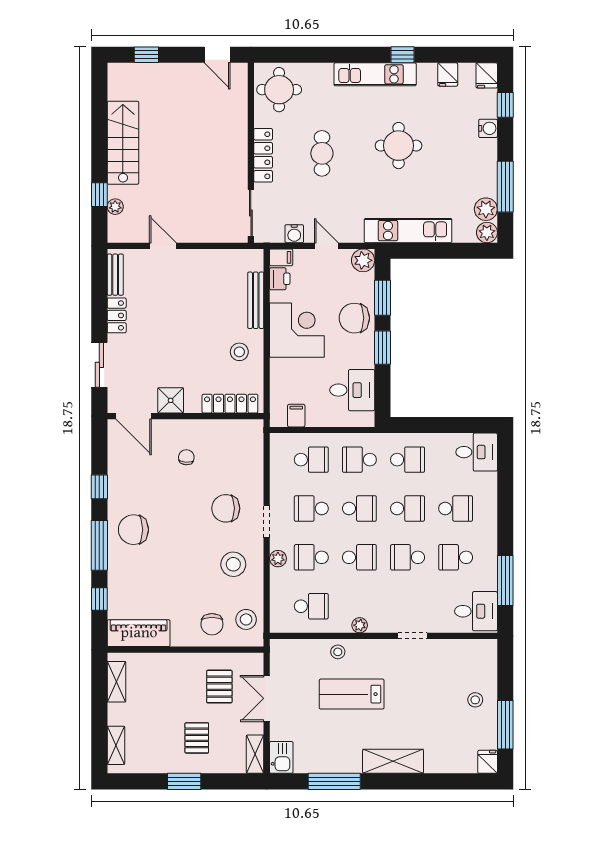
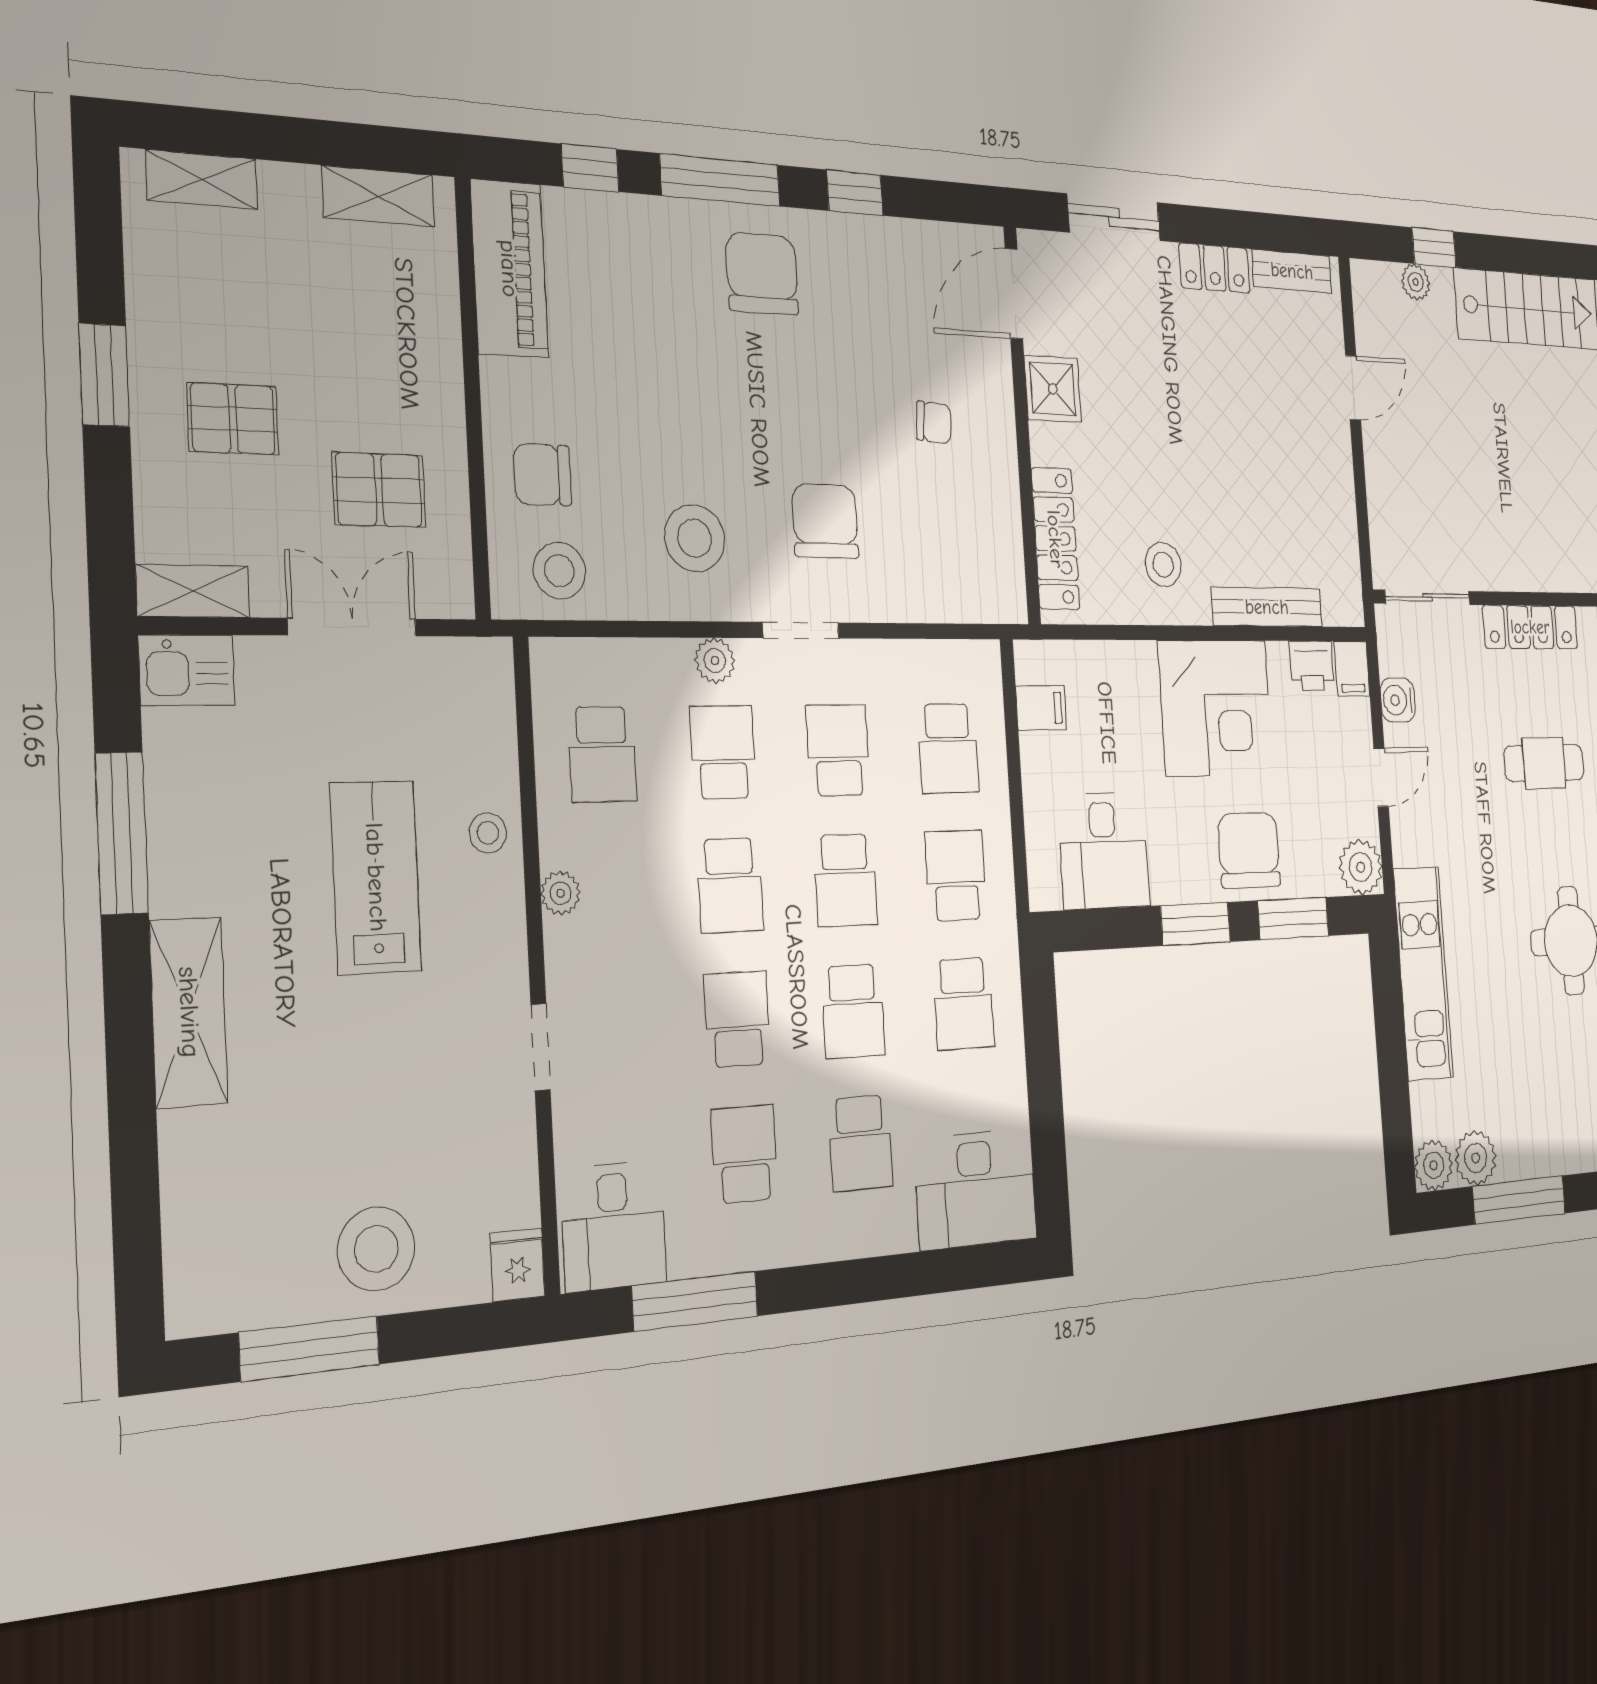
desk: (477, 452) -> (976, 1189), width x1.37
stool: (475, 700) -> (376, 1249), width x1.89, depth x1.89
fridge: (488, 762) -> (517, 1265), moved, turned -90

